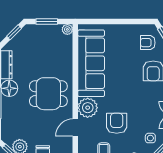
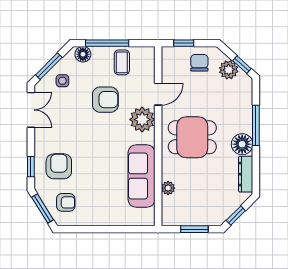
plant: (67, 29) -> (168, 188), moved
sofa: (91, 63) -> (141, 176), width x0.74, depth x0.79
armchair: (117, 123) -> (105, 100), turned -90

